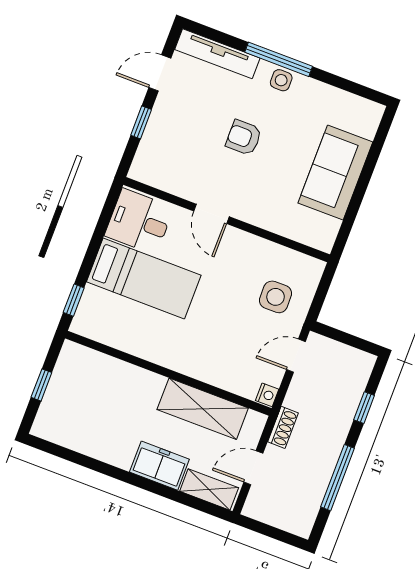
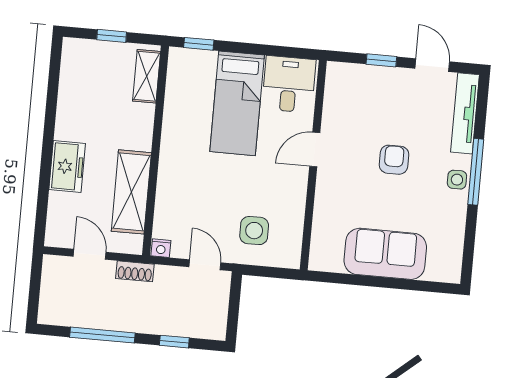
shelving: (209, 489) -> (147, 76), moved

